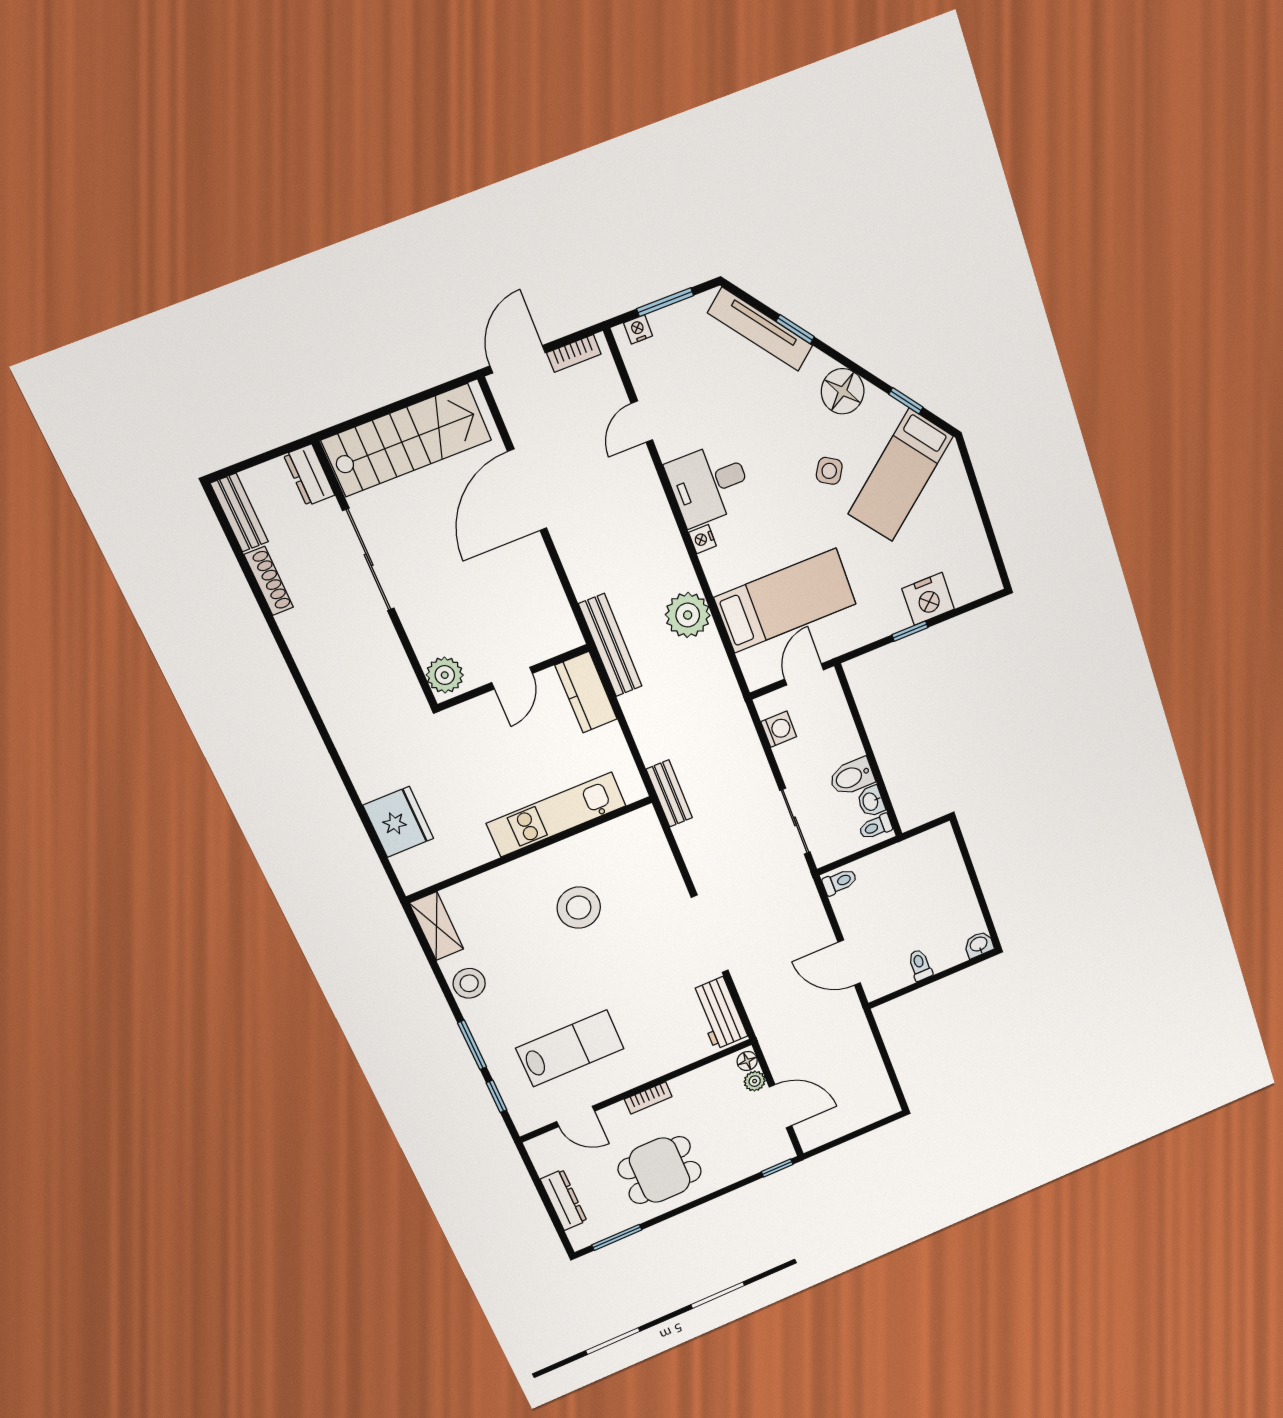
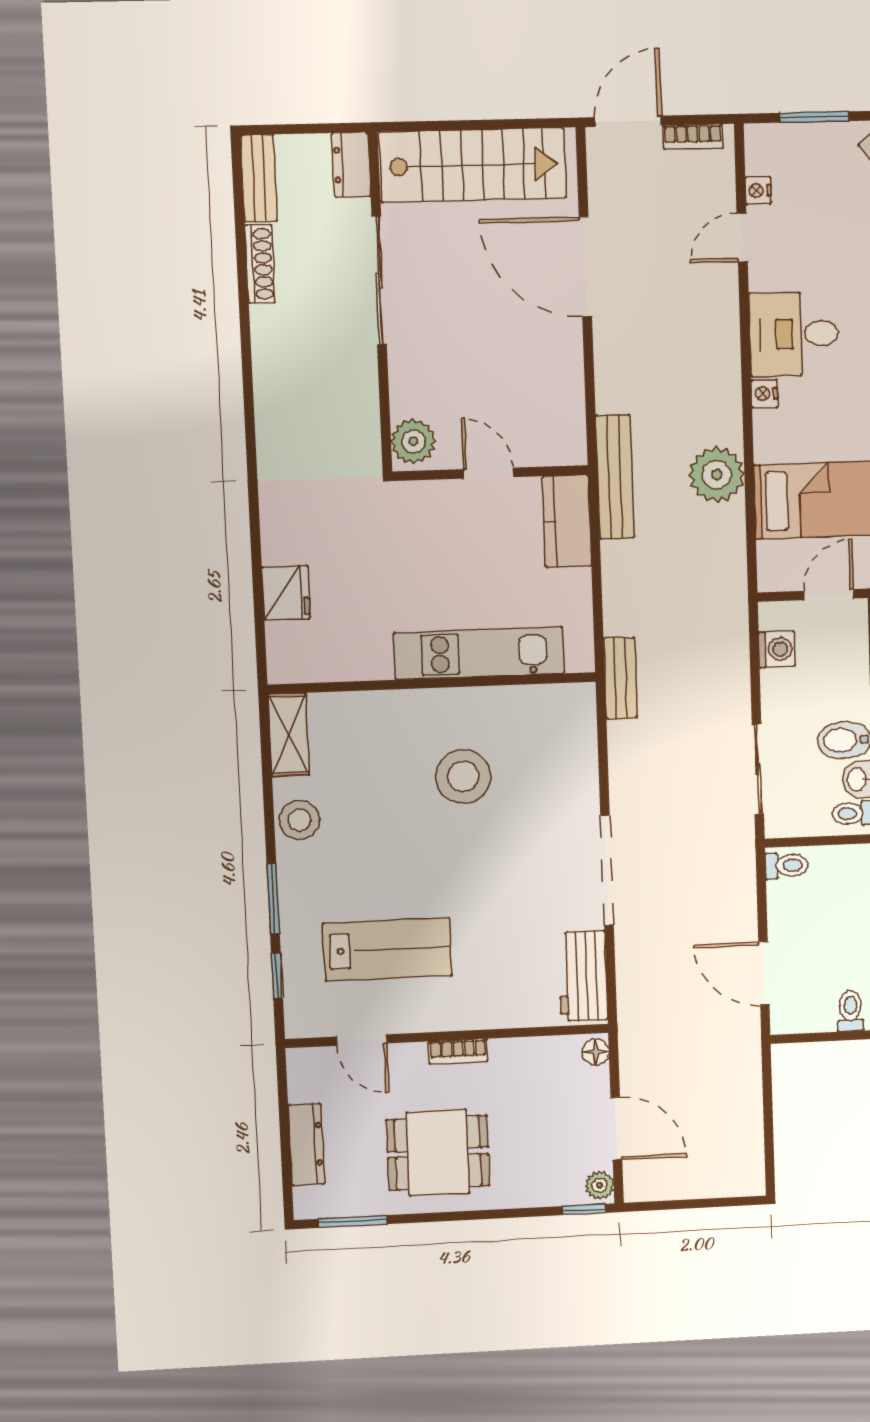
nightstand: (638, 329) -> (758, 191), moved, turned -90
door: (527, 490) -> (585, 267), hinge flipped
door: (512, 678) -> (488, 473), swing flipped
fridge: (398, 822) -> (286, 593), width x0.73, depth x0.75
plant: (755, 1081) -> (600, 1185), moved

